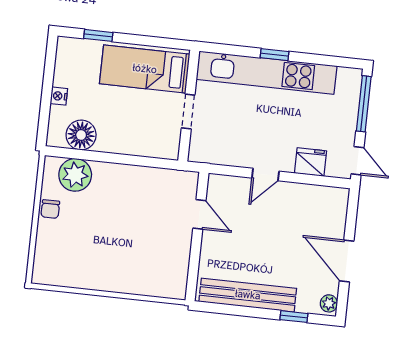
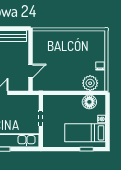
bed: (145, 69) -> (85, 133), moved, turned 180
door: (199, 214) -> (30, 71), swing flipped

